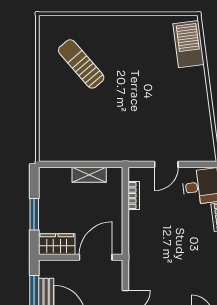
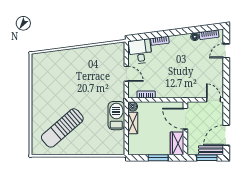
barbecue: (189, 44) -> (116, 116), moved, turned 97
sun lounger: (81, 64) -> (62, 128), width x1.36, depth x1.34
boiler: (115, 174) -> (133, 106), added

